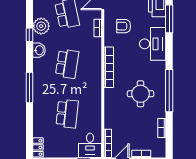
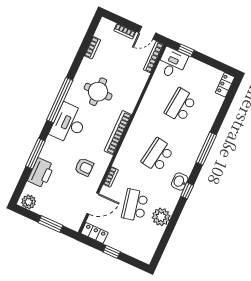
plant: (41, 26) -> (161, 217), moved
window: (29, 35) -> (187, 191), moved
desk: (153, 44) -> (69, 124), moved
window: (169, 91) -> (60, 100), moved

